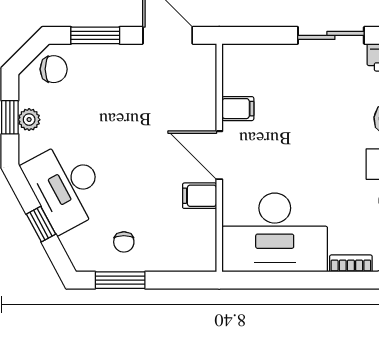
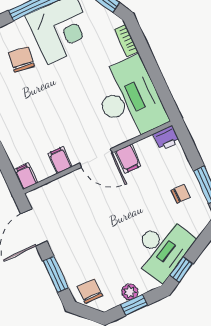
filing cabinet: (238, 55) -> (26, 176), added
door: (219, 155) -> (96, 158), hinge flipped
window: (41, 224) -> (181, 270), moved
printer: (203, 257) -> (166, 138), added

